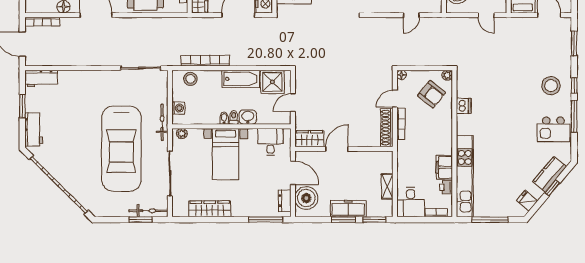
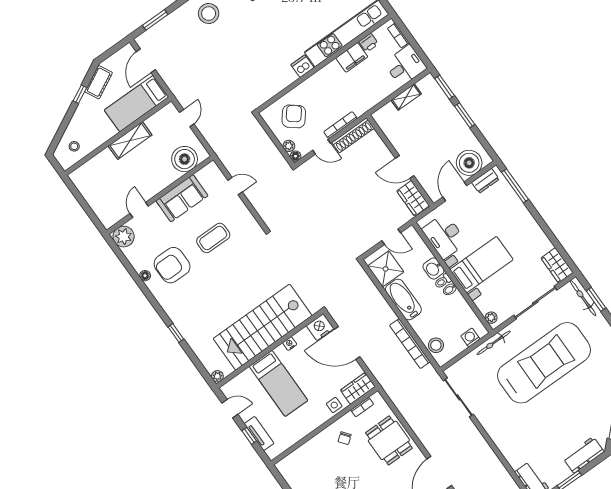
plant: (447, 75) -> (289, 146), moved
dishwasher: (464, 106) -> (302, 66), moved
desk: (270, 142) -> (444, 236), width x1.37
wardrobe: (210, 209) -> (557, 265), moved, width x0.67
freezer: (348, 209) -> (452, 118), removed

